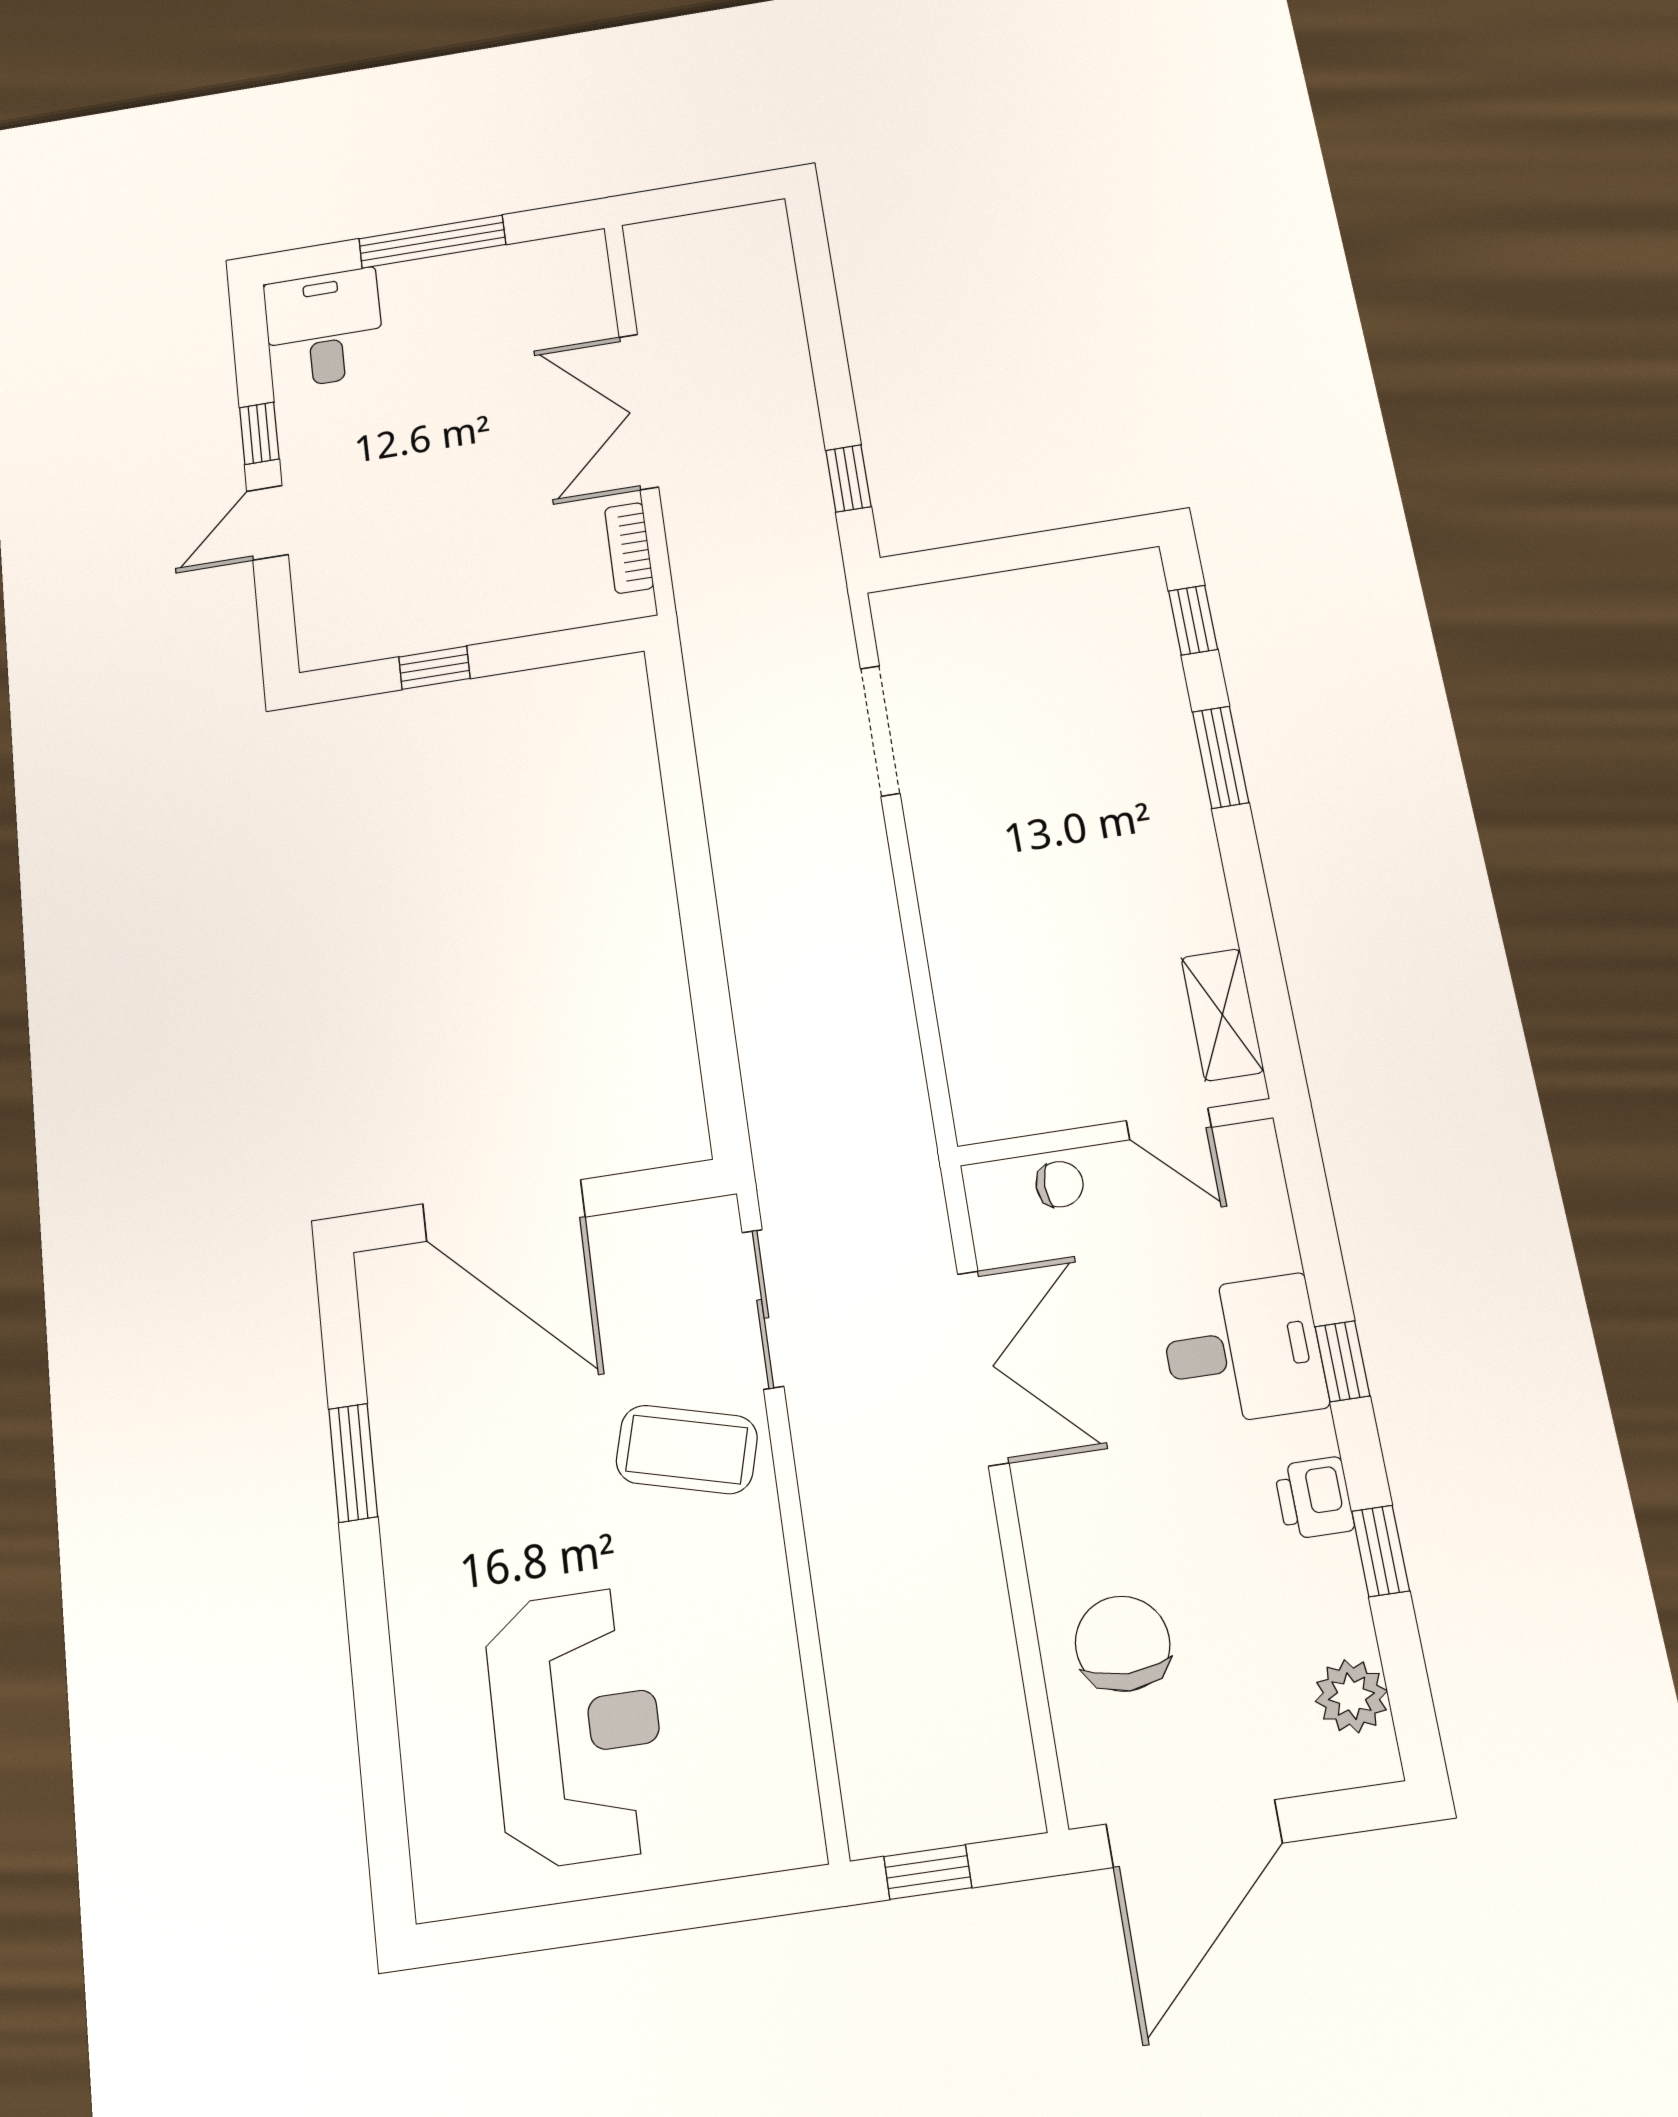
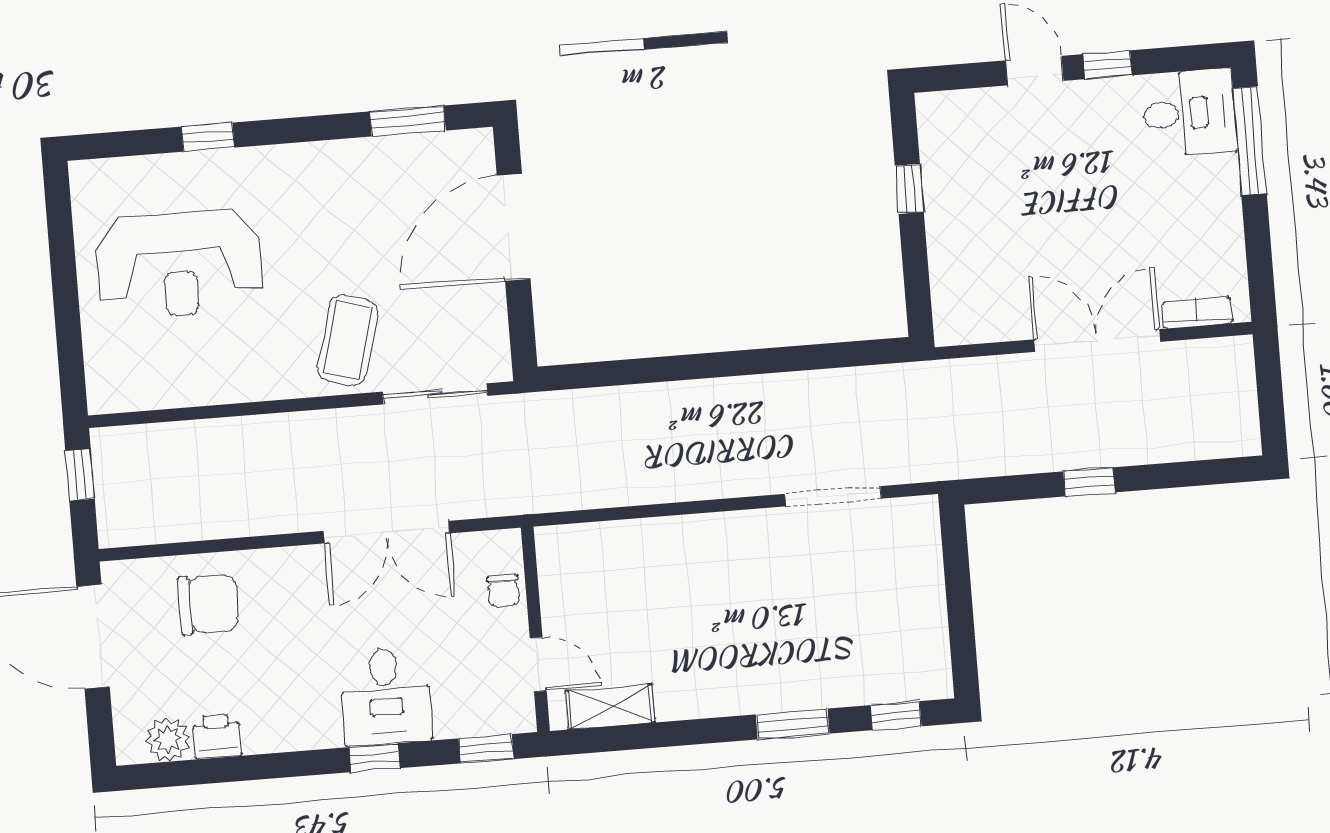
window: (432, 242) -> (1250, 141), moved
window: (848, 478) -> (1089, 482), moved
bookcase: (629, 548) -> (1197, 312), moved
door: (1169, 1124) -> (538, 664), swing flipped
window: (353, 1463) -> (408, 121), moved
printer: (1314, 1498) -> (217, 736), moved
window: (1381, 1551) -> (486, 749), moved
window: (374, 1693) -> (208, 137), added

